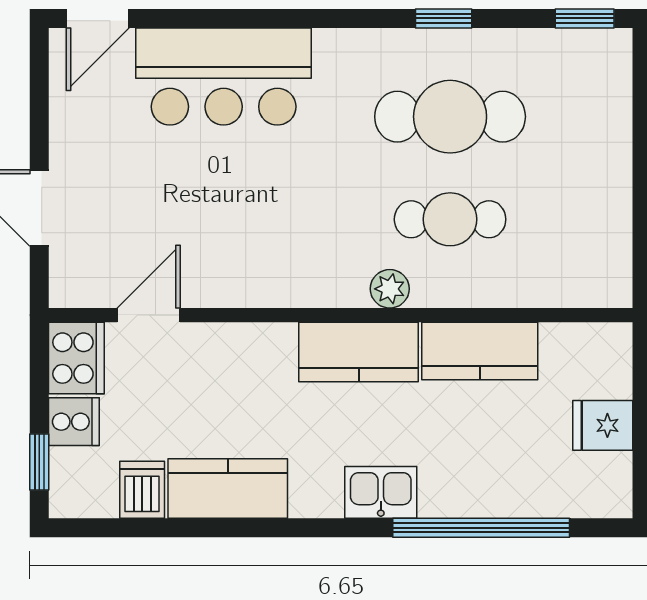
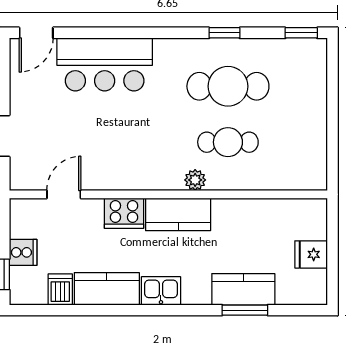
kitchen counter: (480, 351) -> (243, 289), moved, turned 180
cooker: (76, 358) -> (124, 213), moved, turned 90
kitchen sink: (381, 492) -> (161, 291), moved
window: (481, 528) -> (245, 310), width x0.47

